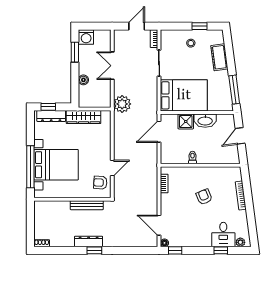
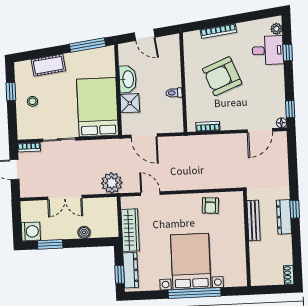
door: (112, 168) -> (150, 194), moved
armchair: (204, 197) -> (222, 76), width x1.88, depth x1.88
wall: (72, 199) -> (247, 239), moved
bench: (87, 205) -> (254, 220), moved

